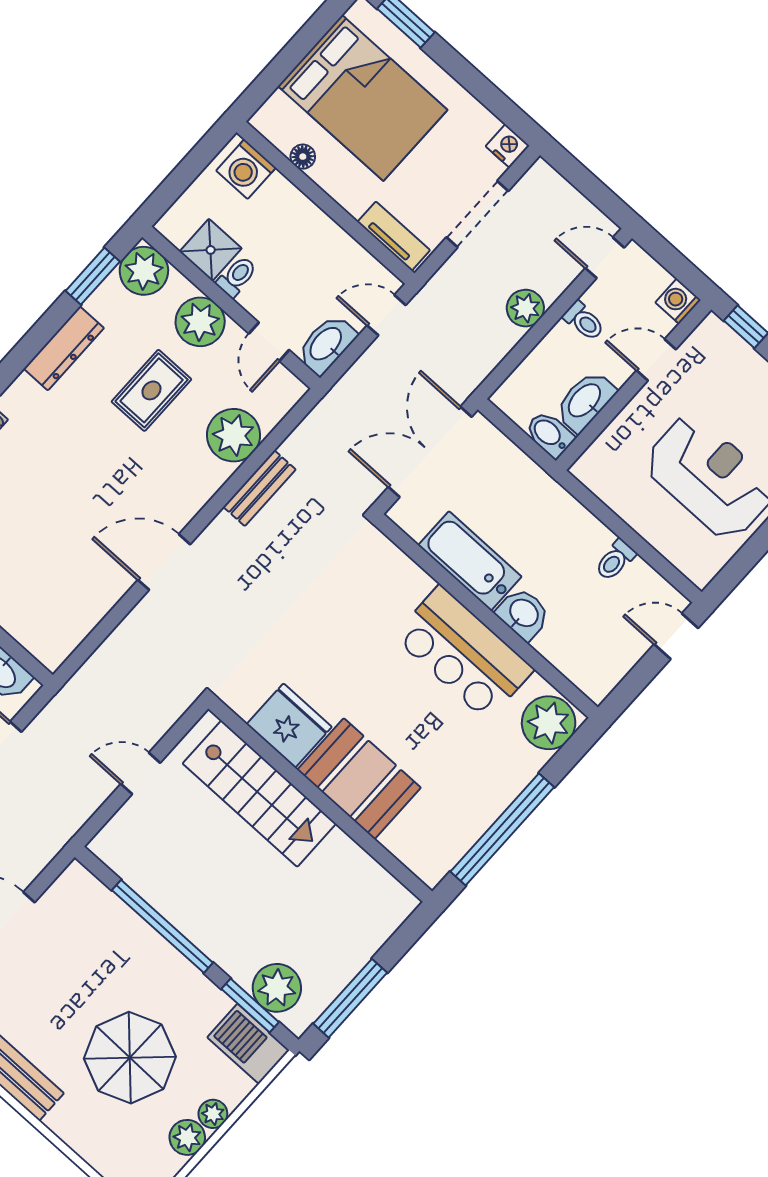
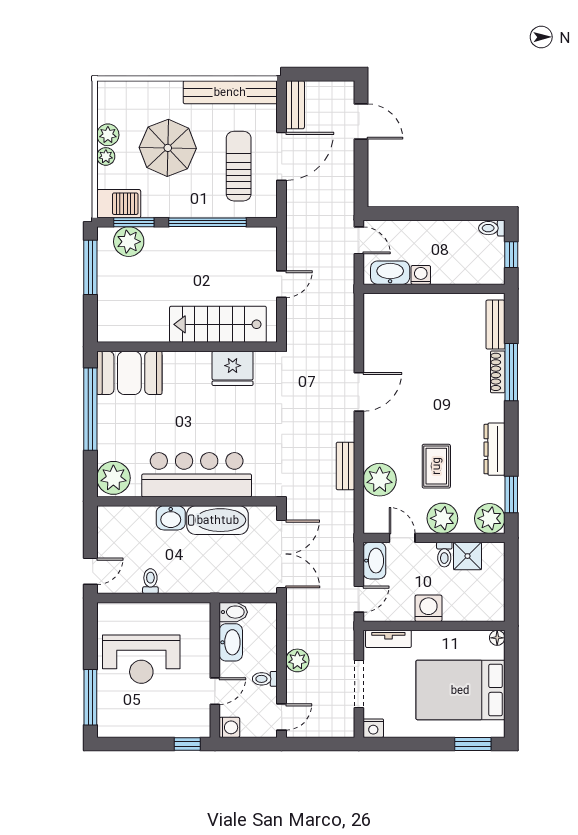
floor lamp: (303, 157) -> (497, 638), moved
washing machine: (246, 169) -> (428, 608), moved
bar counter: (464, 653) -> (197, 475), width x1.36
booth: (359, 779) -> (129, 373), moved
sun lounger: (65, 960) -> (239, 166), added

